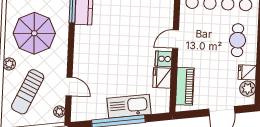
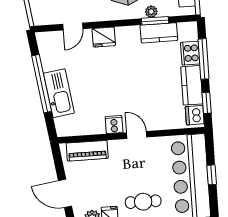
fridge: (162, 78) -> (104, 37), moved, turned 180
plant: (59, 112) -> (151, 12), moved

